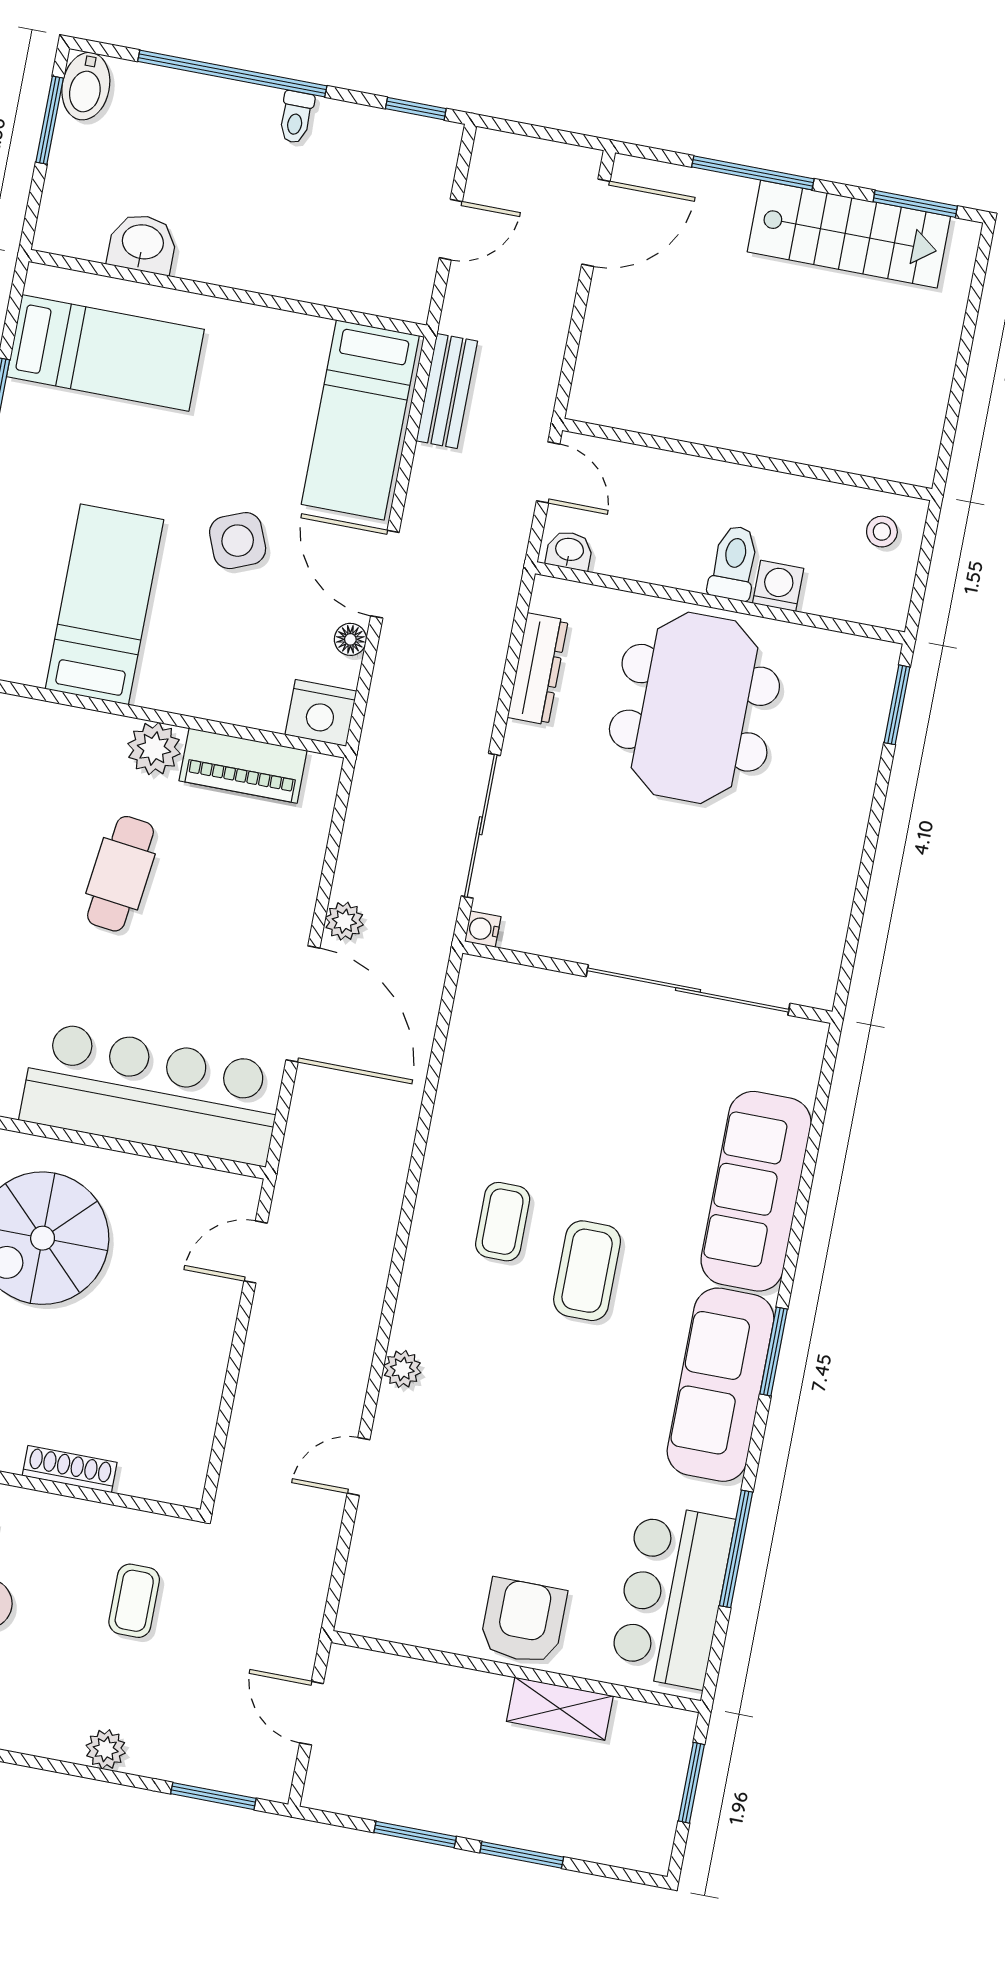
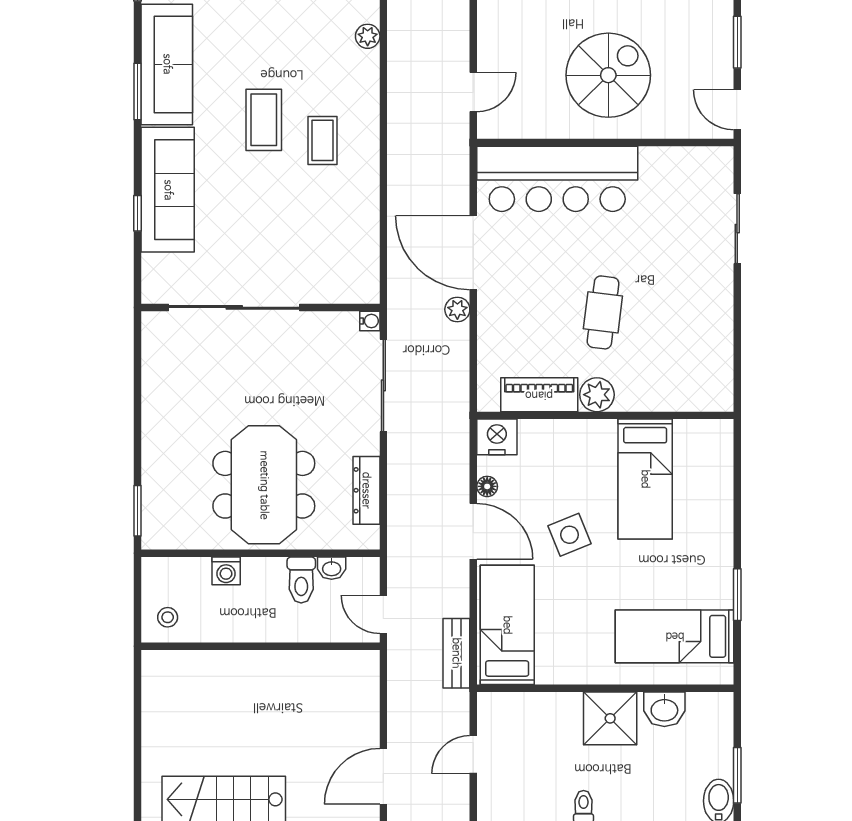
shower: (229, 245) -> (610, 718), added
washbasin: (569, 550) -> (332, 568), moved
toilet: (734, 563) -> (301, 580), moved
window: (809, 1164) -> (137, 213), added

